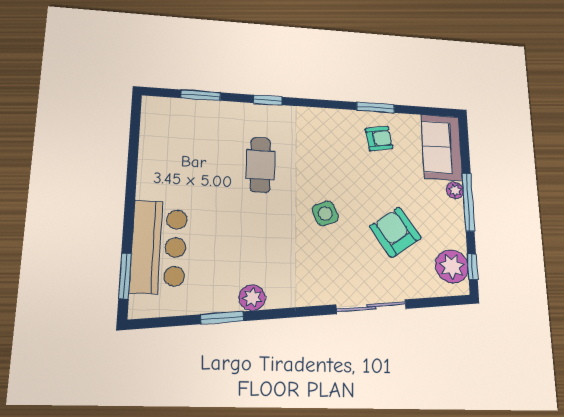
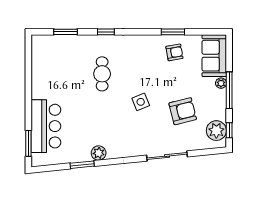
armchair: (395, 232) -> (183, 111), turned 111

